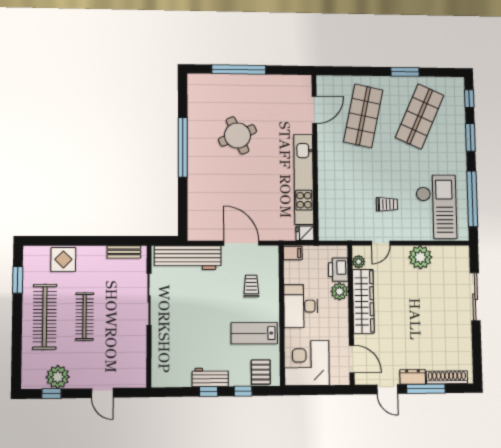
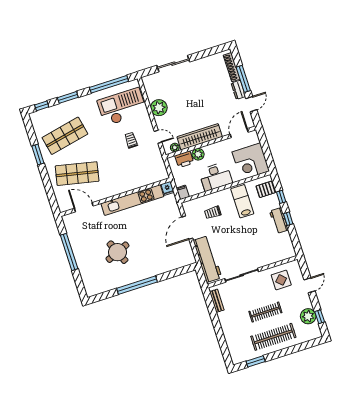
window: (239, 70) -> (69, 252), moved
shop shelf: (420, 116) -> (65, 136), turned -36
display table: (63, 259) -> (281, 280), moved
lab bench: (254, 333) -> (242, 201), turned 180

